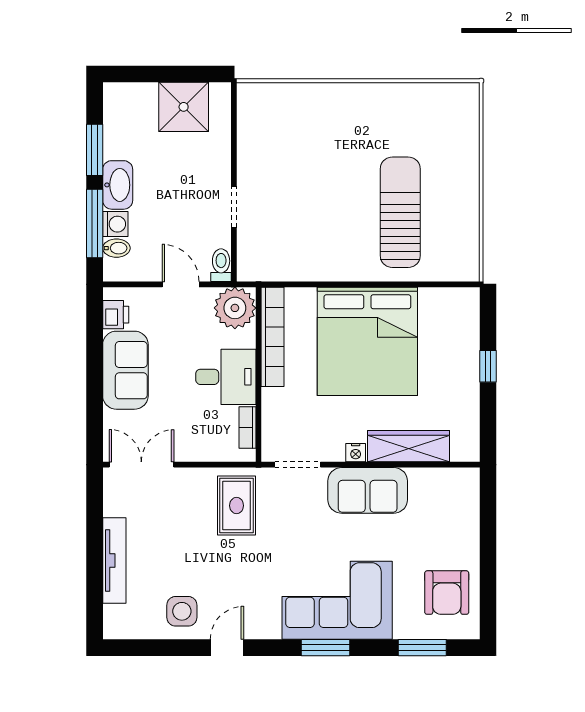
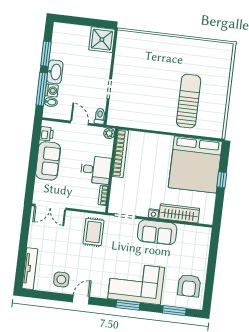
shower: (184, 107) -> (102, 40), moved
plant: (235, 308) -> (109, 133), width x0.53, depth x0.53
bed: (367, 341) -> (195, 165), moved
double door: (141, 465) -> (50, 207), swing flipped
tv unit: (114, 560) -> (30, 269), moved

